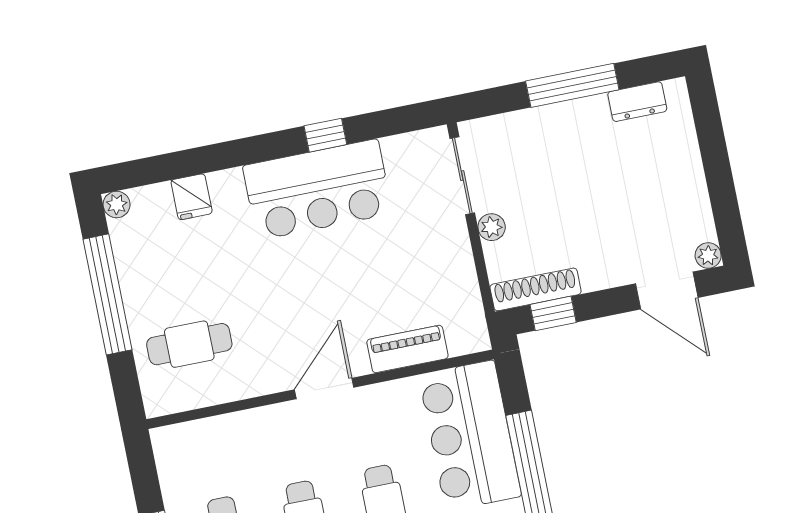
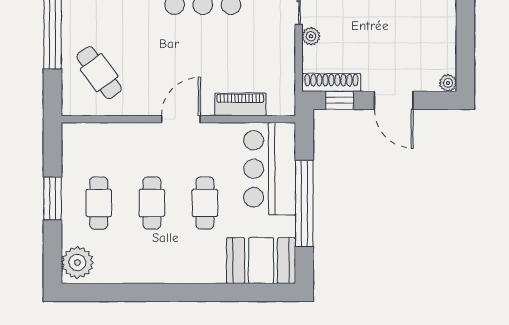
door: (667, 291) -> (394, 100), moved
cafe table: (189, 344) -> (99, 73), turned 54

